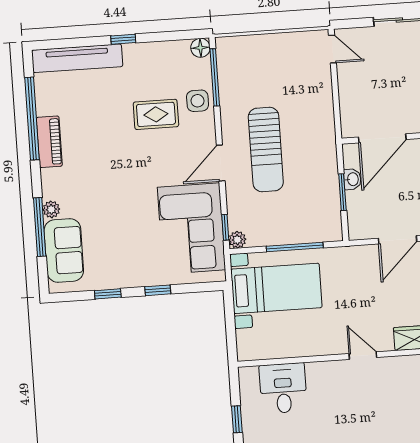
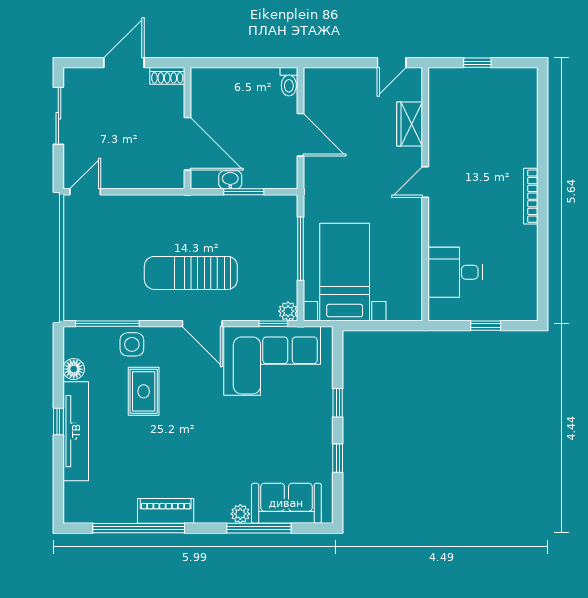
floor lamp: (200, 48) -> (74, 369), moved
tv unit: (77, 58) -> (76, 431), moved
sun lounger: (266, 150) -> (191, 273), turned 180

